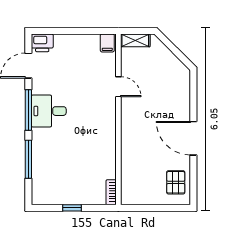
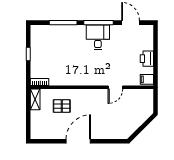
shelving: (135, 40) -> (35, 99), moved
printer: (42, 43) -> (147, 59), moved
pallet: (176, 182) -> (62, 106), moved

